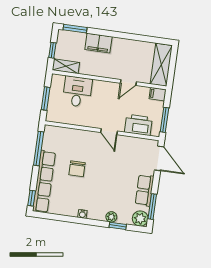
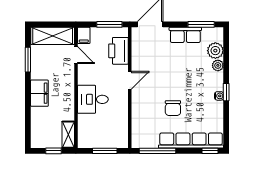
window: (75, 29) -> (28, 60), moved
filing cabinet: (98, 43) -> (39, 93), moved
door: (128, 83) -> (76, 55), moved
desk: (77, 92) -> (93, 99), moved
chair: (77, 169) -> (173, 108), turned 90
plant: (140, 219) -> (215, 51), moved
window: (118, 226) -> (226, 92), moved

